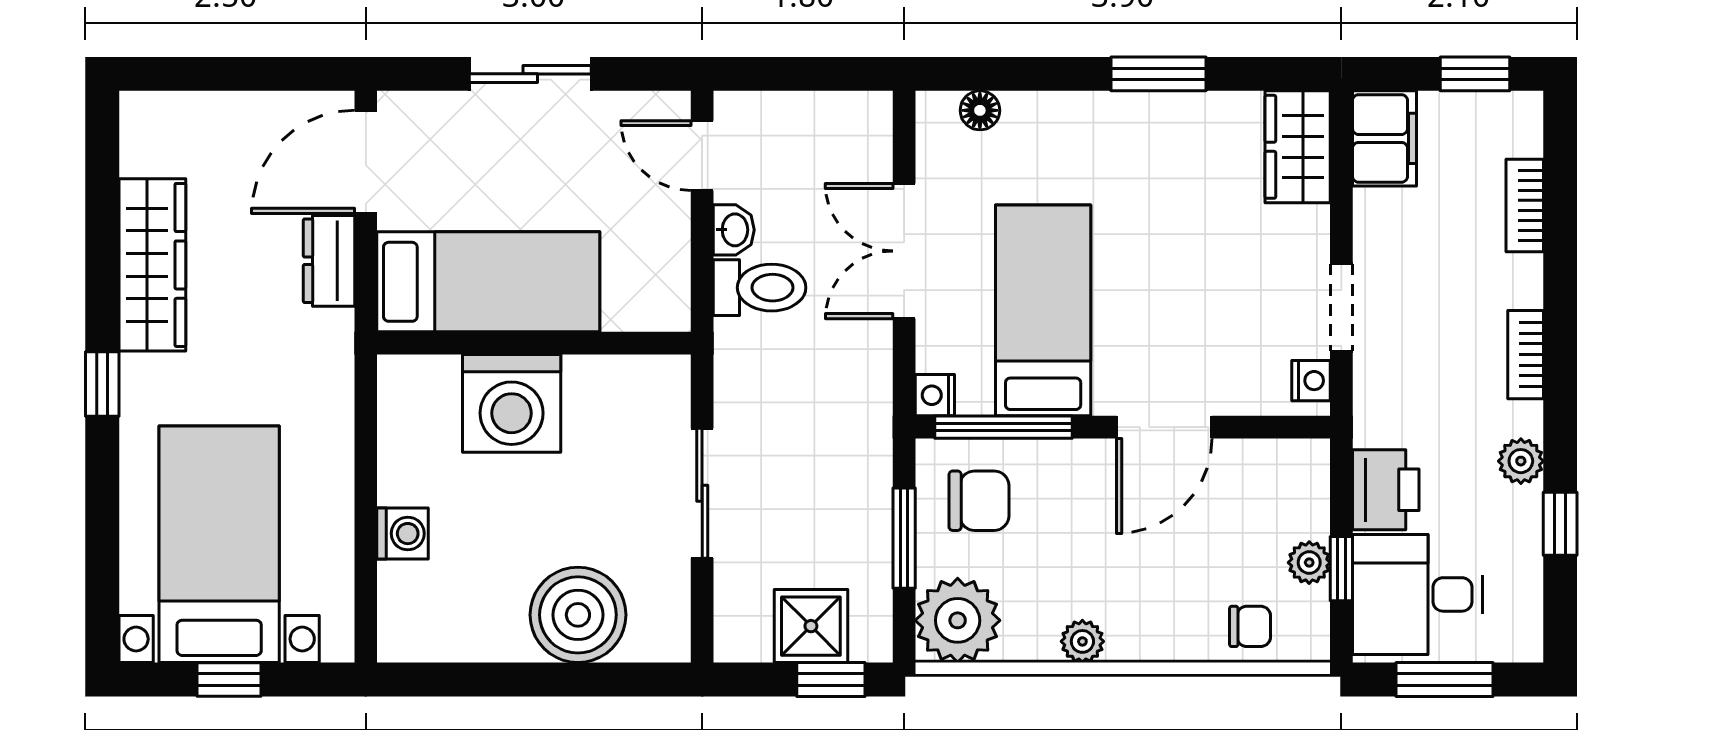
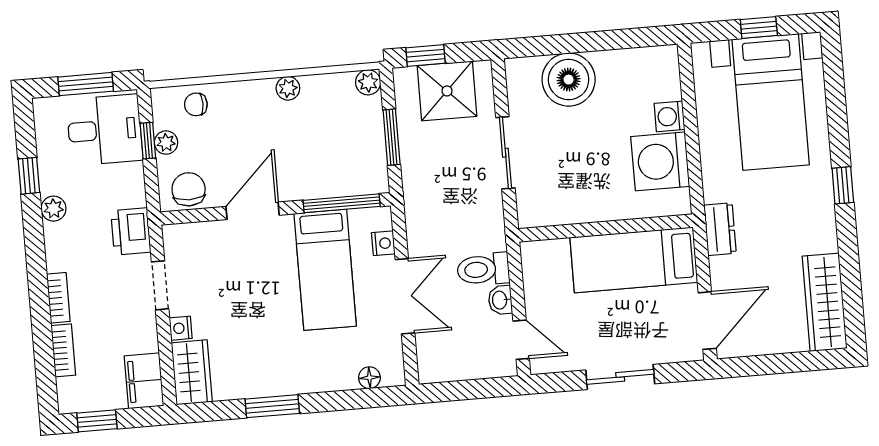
dresser: (329, 261) -> (720, 229), moved
wardrobe: (152, 265) -> (825, 302), moved
bookcase: (1526, 355) -> (58, 298), moved
nightstand: (1311, 381) -> (181, 328), moved
nightstand: (935, 395) -> (383, 243), moved
washing machine: (512, 403) -> (660, 161), moved, turned -90
printer: (1386, 490) -> (131, 231), moved
chair: (979, 501) -> (189, 189), moved, turned 90
plant: (958, 620) -> (368, 82), width x0.53, depth x0.53
shower: (811, 626) -> (447, 91), width x1.36, depth x1.36

